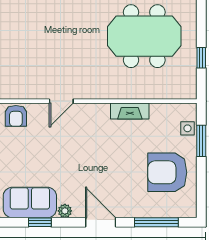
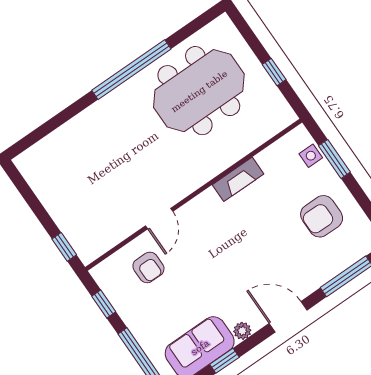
armchair: (16, 116) -> (148, 267), moved
armchair: (167, 172) -> (322, 216), width x0.73, depth x0.73

